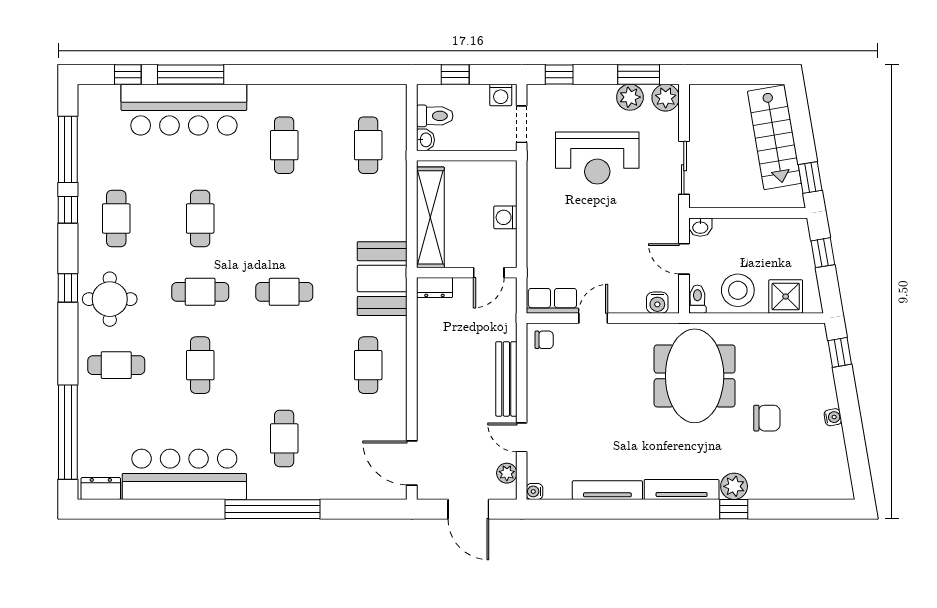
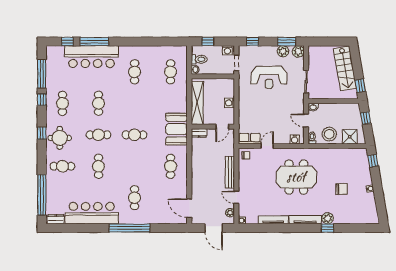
meeting table: (695, 376) -> (296, 177), moved, turned 90

